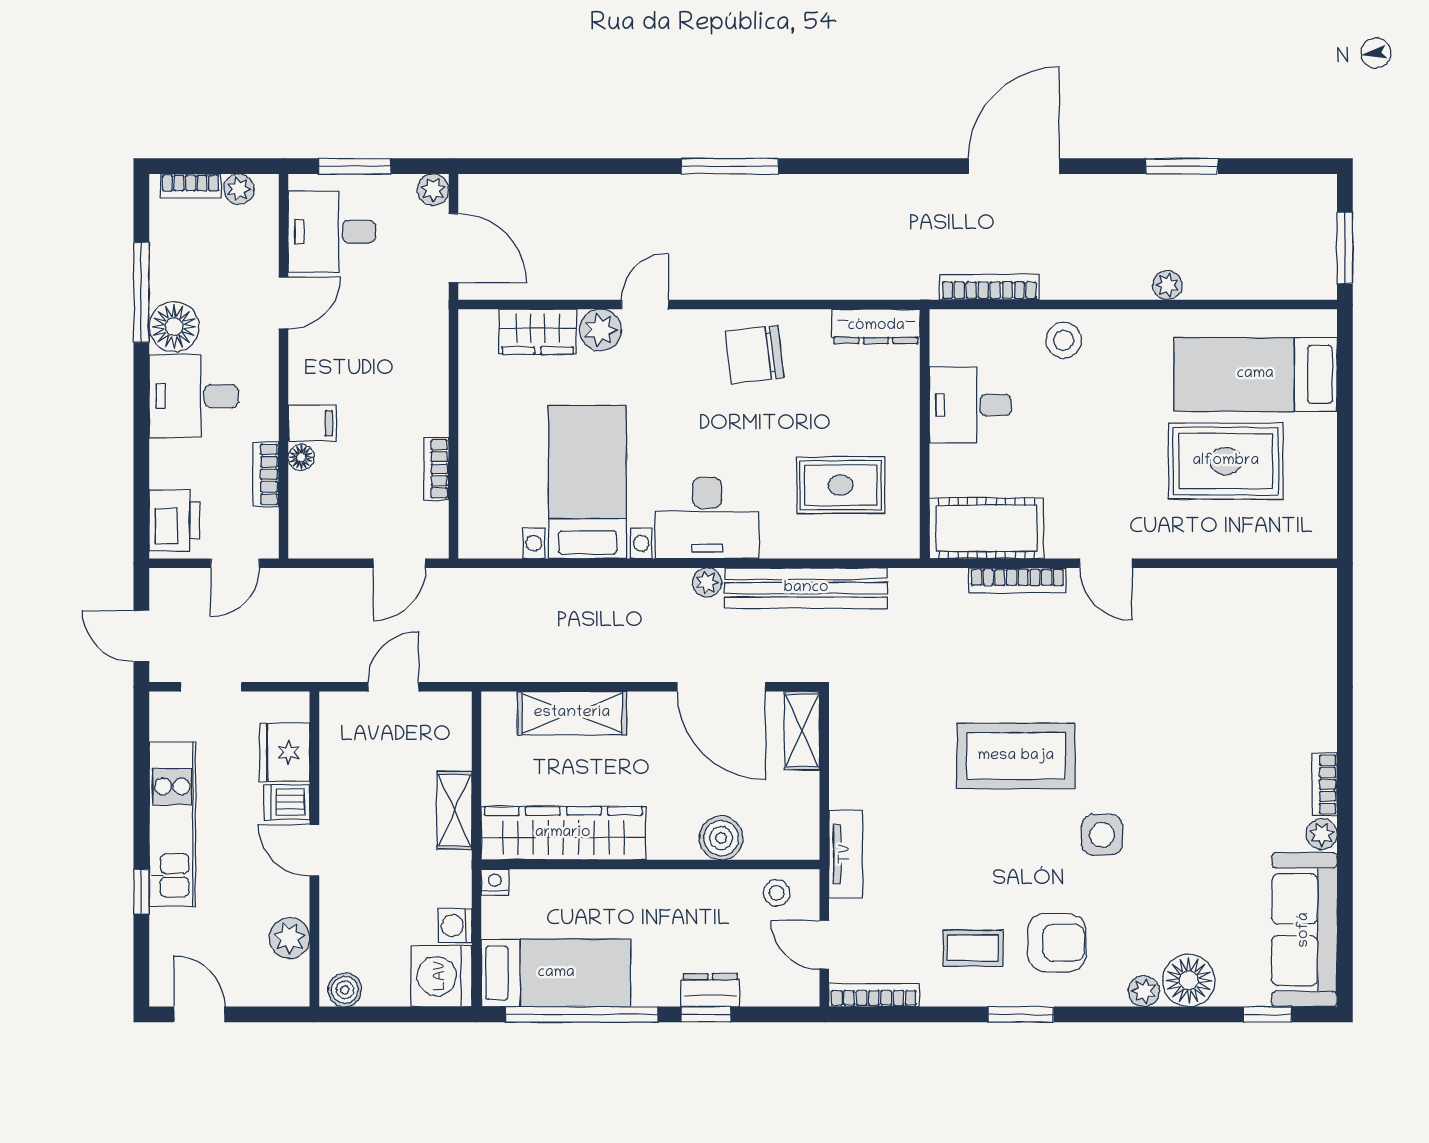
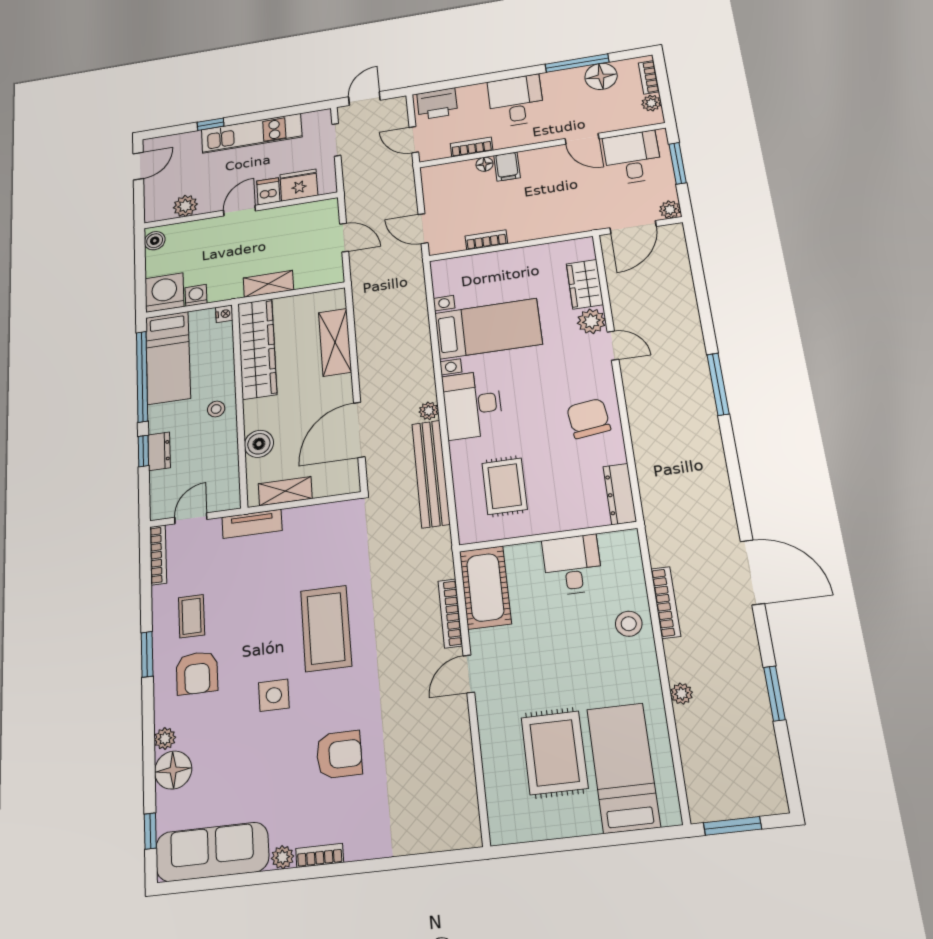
bookcase: (989, 287) -> (666, 602), moved
floor lamp: (174, 327) -> (601, 76), moved
shelving: (802, 731) -> (285, 491), moved
armchair: (1195, 749) -> (339, 755), added
stool: (777, 893) -> (216, 409), moved

